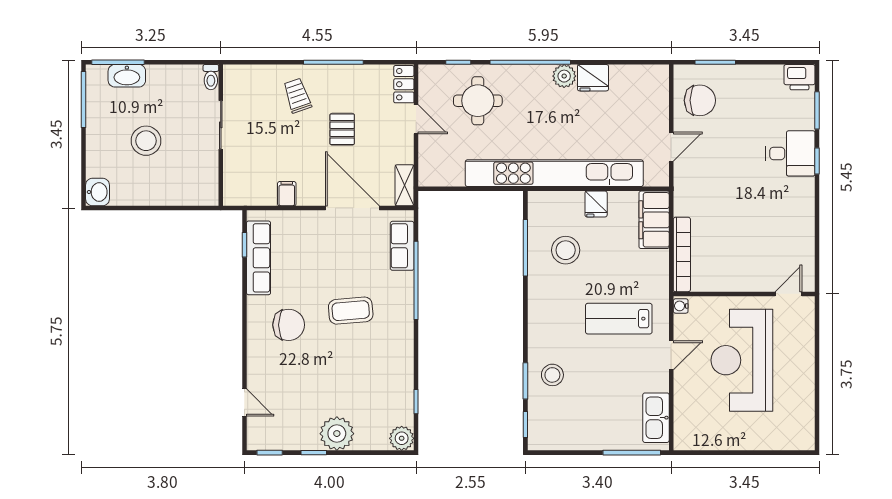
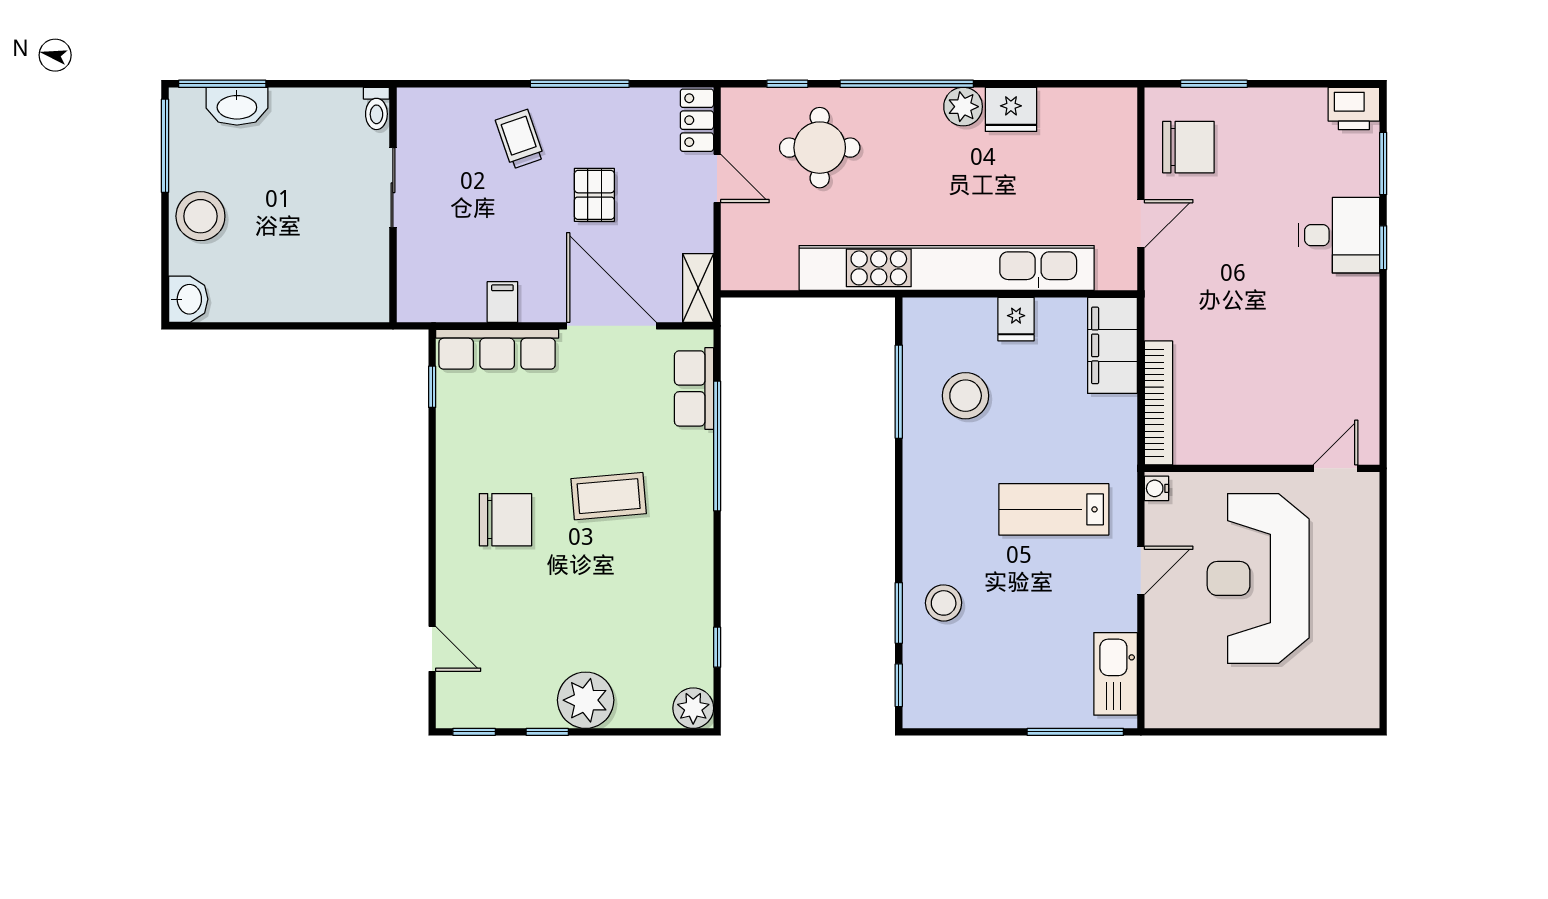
stool: (146, 141) -> (200, 216), moved
row of seats: (259, 258) -> (497, 349), moved, turned 90

